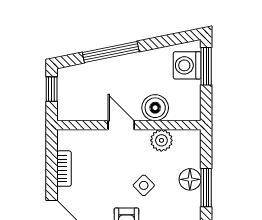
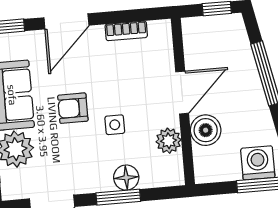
door: (121, 125) -> (182, 93), width x1.38
side table: (144, 185) -> (115, 125), turned 45

